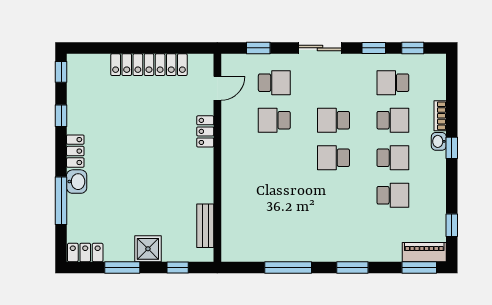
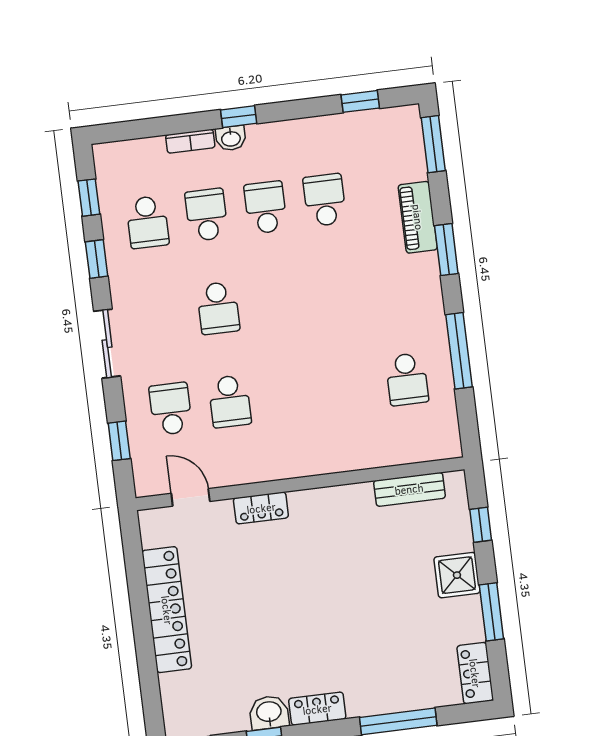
school desk: (334, 158) -> (407, 379), moved
washbasin: (77, 182) -> (269, 713), moved
piano: (424, 252) -> (418, 217), moved

